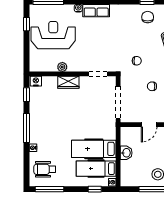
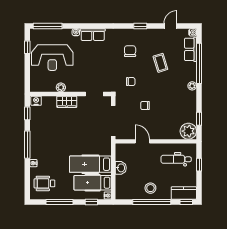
chair: (148, 17) -> (130, 51), moved
reception desk: (53, 35) -> (52, 58), turned 180
door: (149, 125) -> (142, 141), swing flipped
window: (49, 189) -> (60, 202), moved

